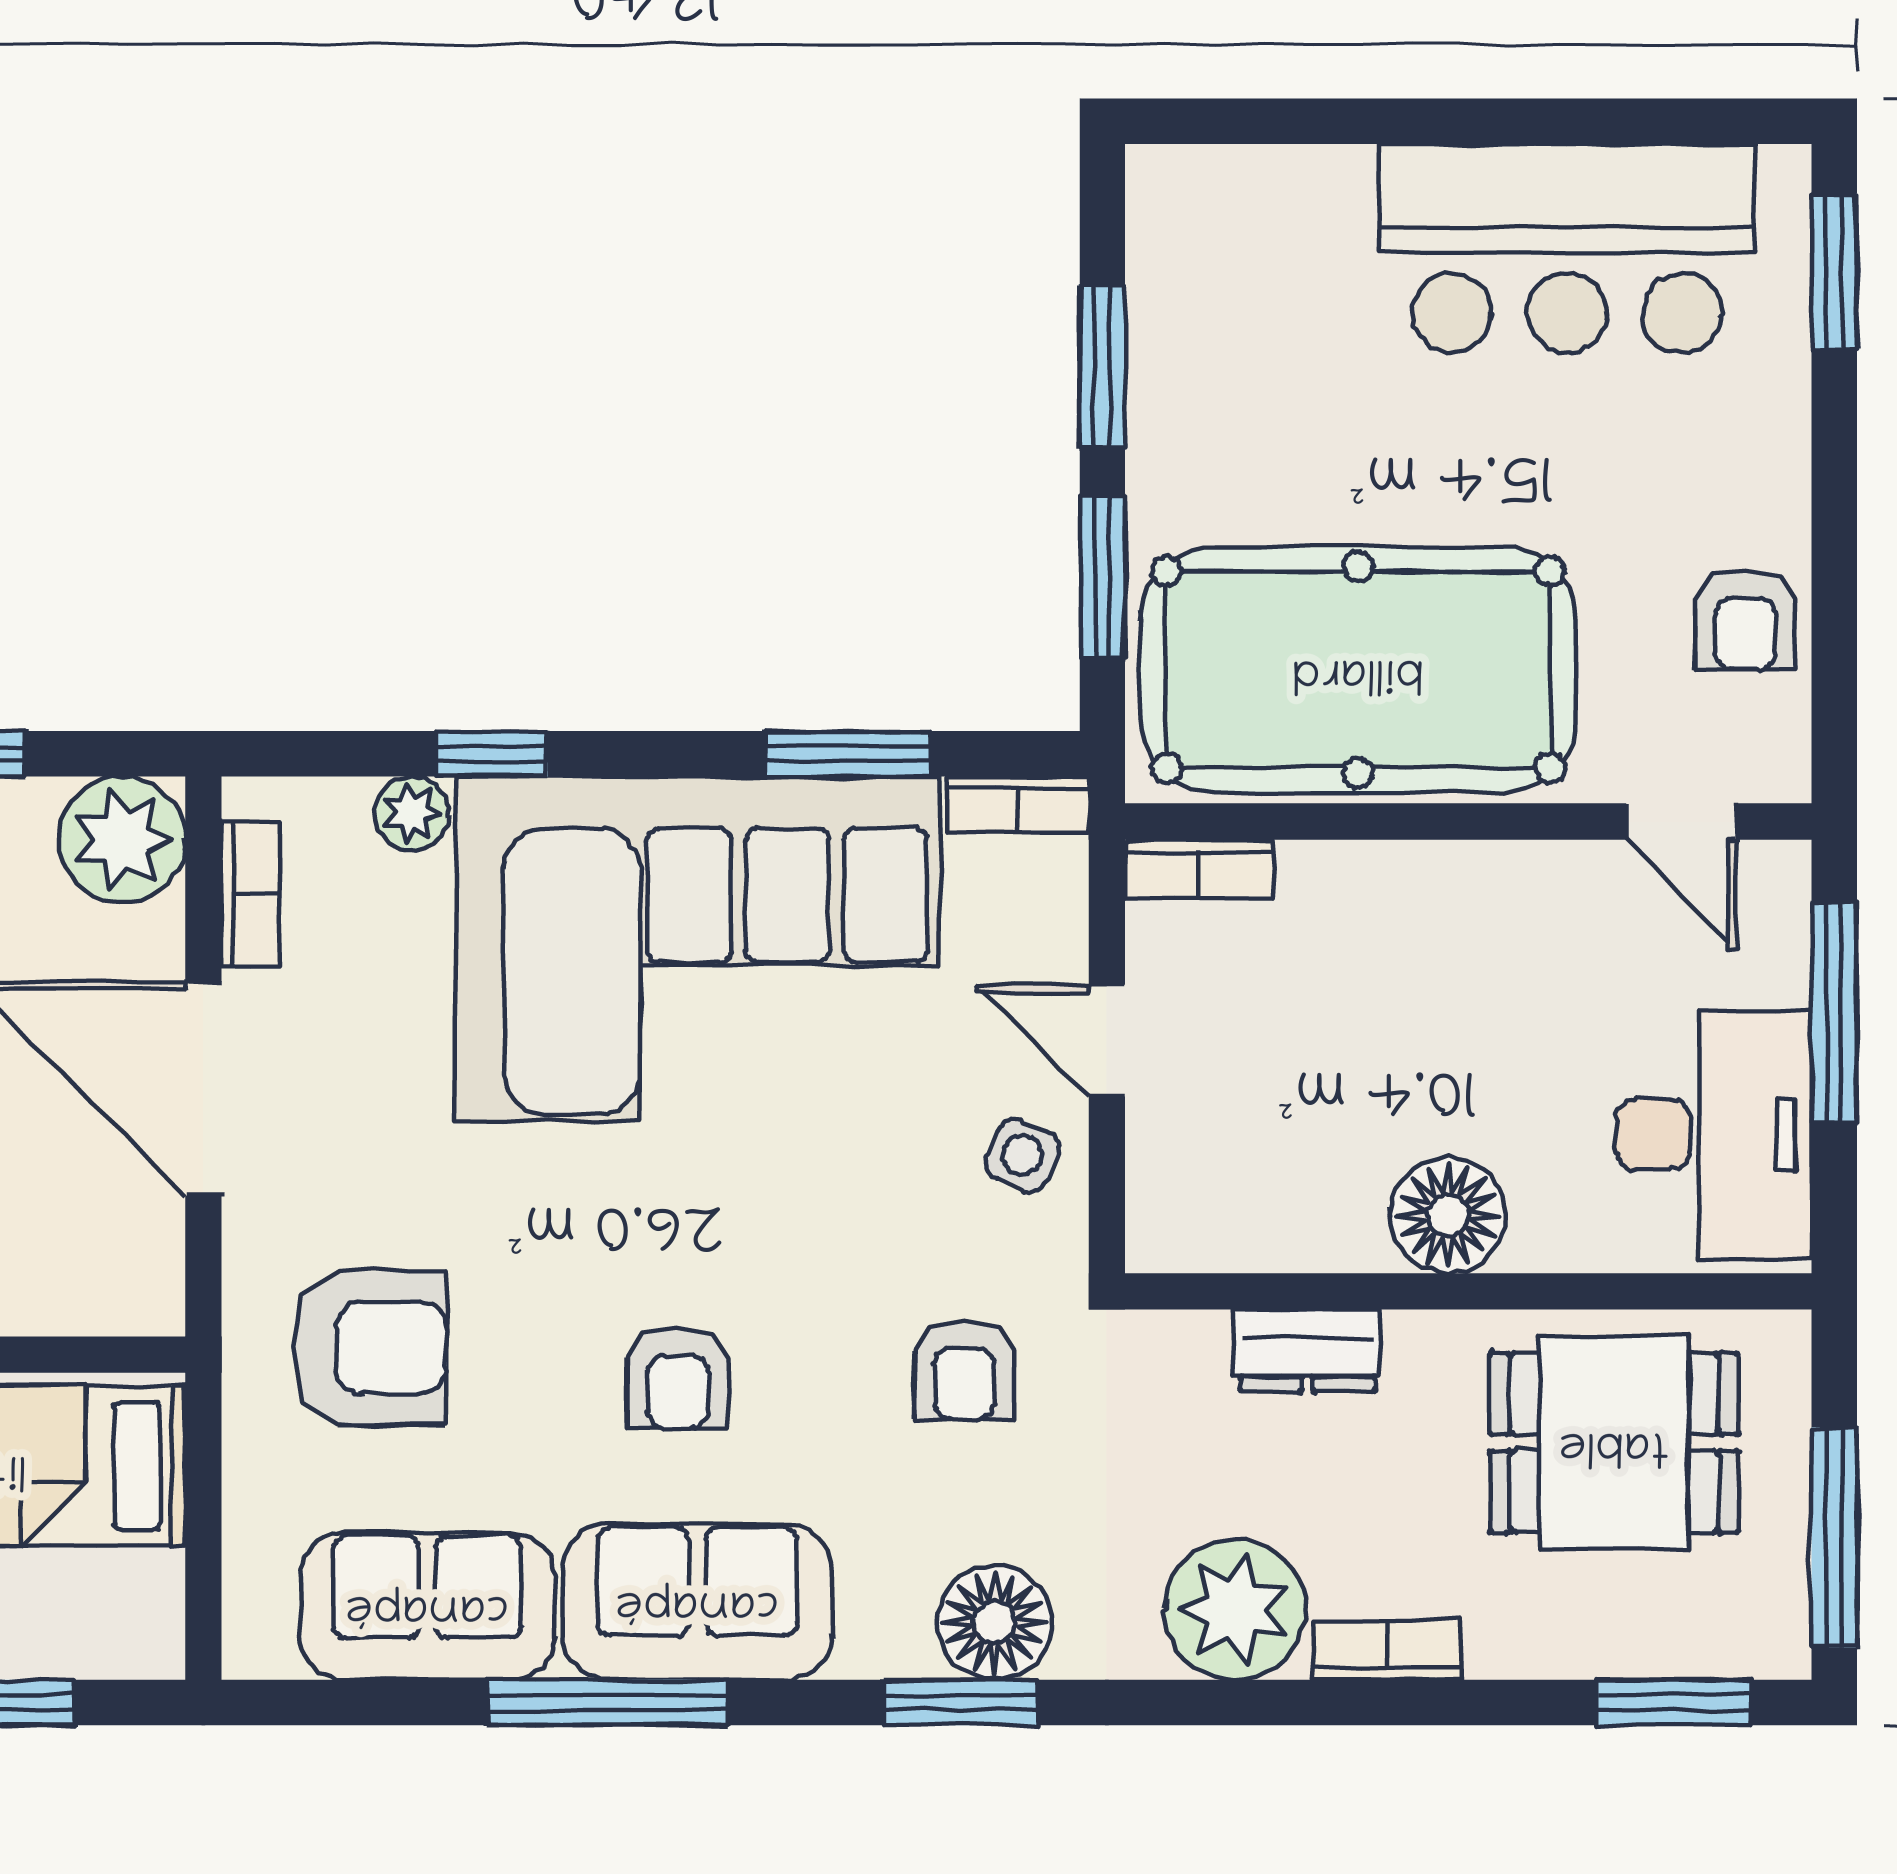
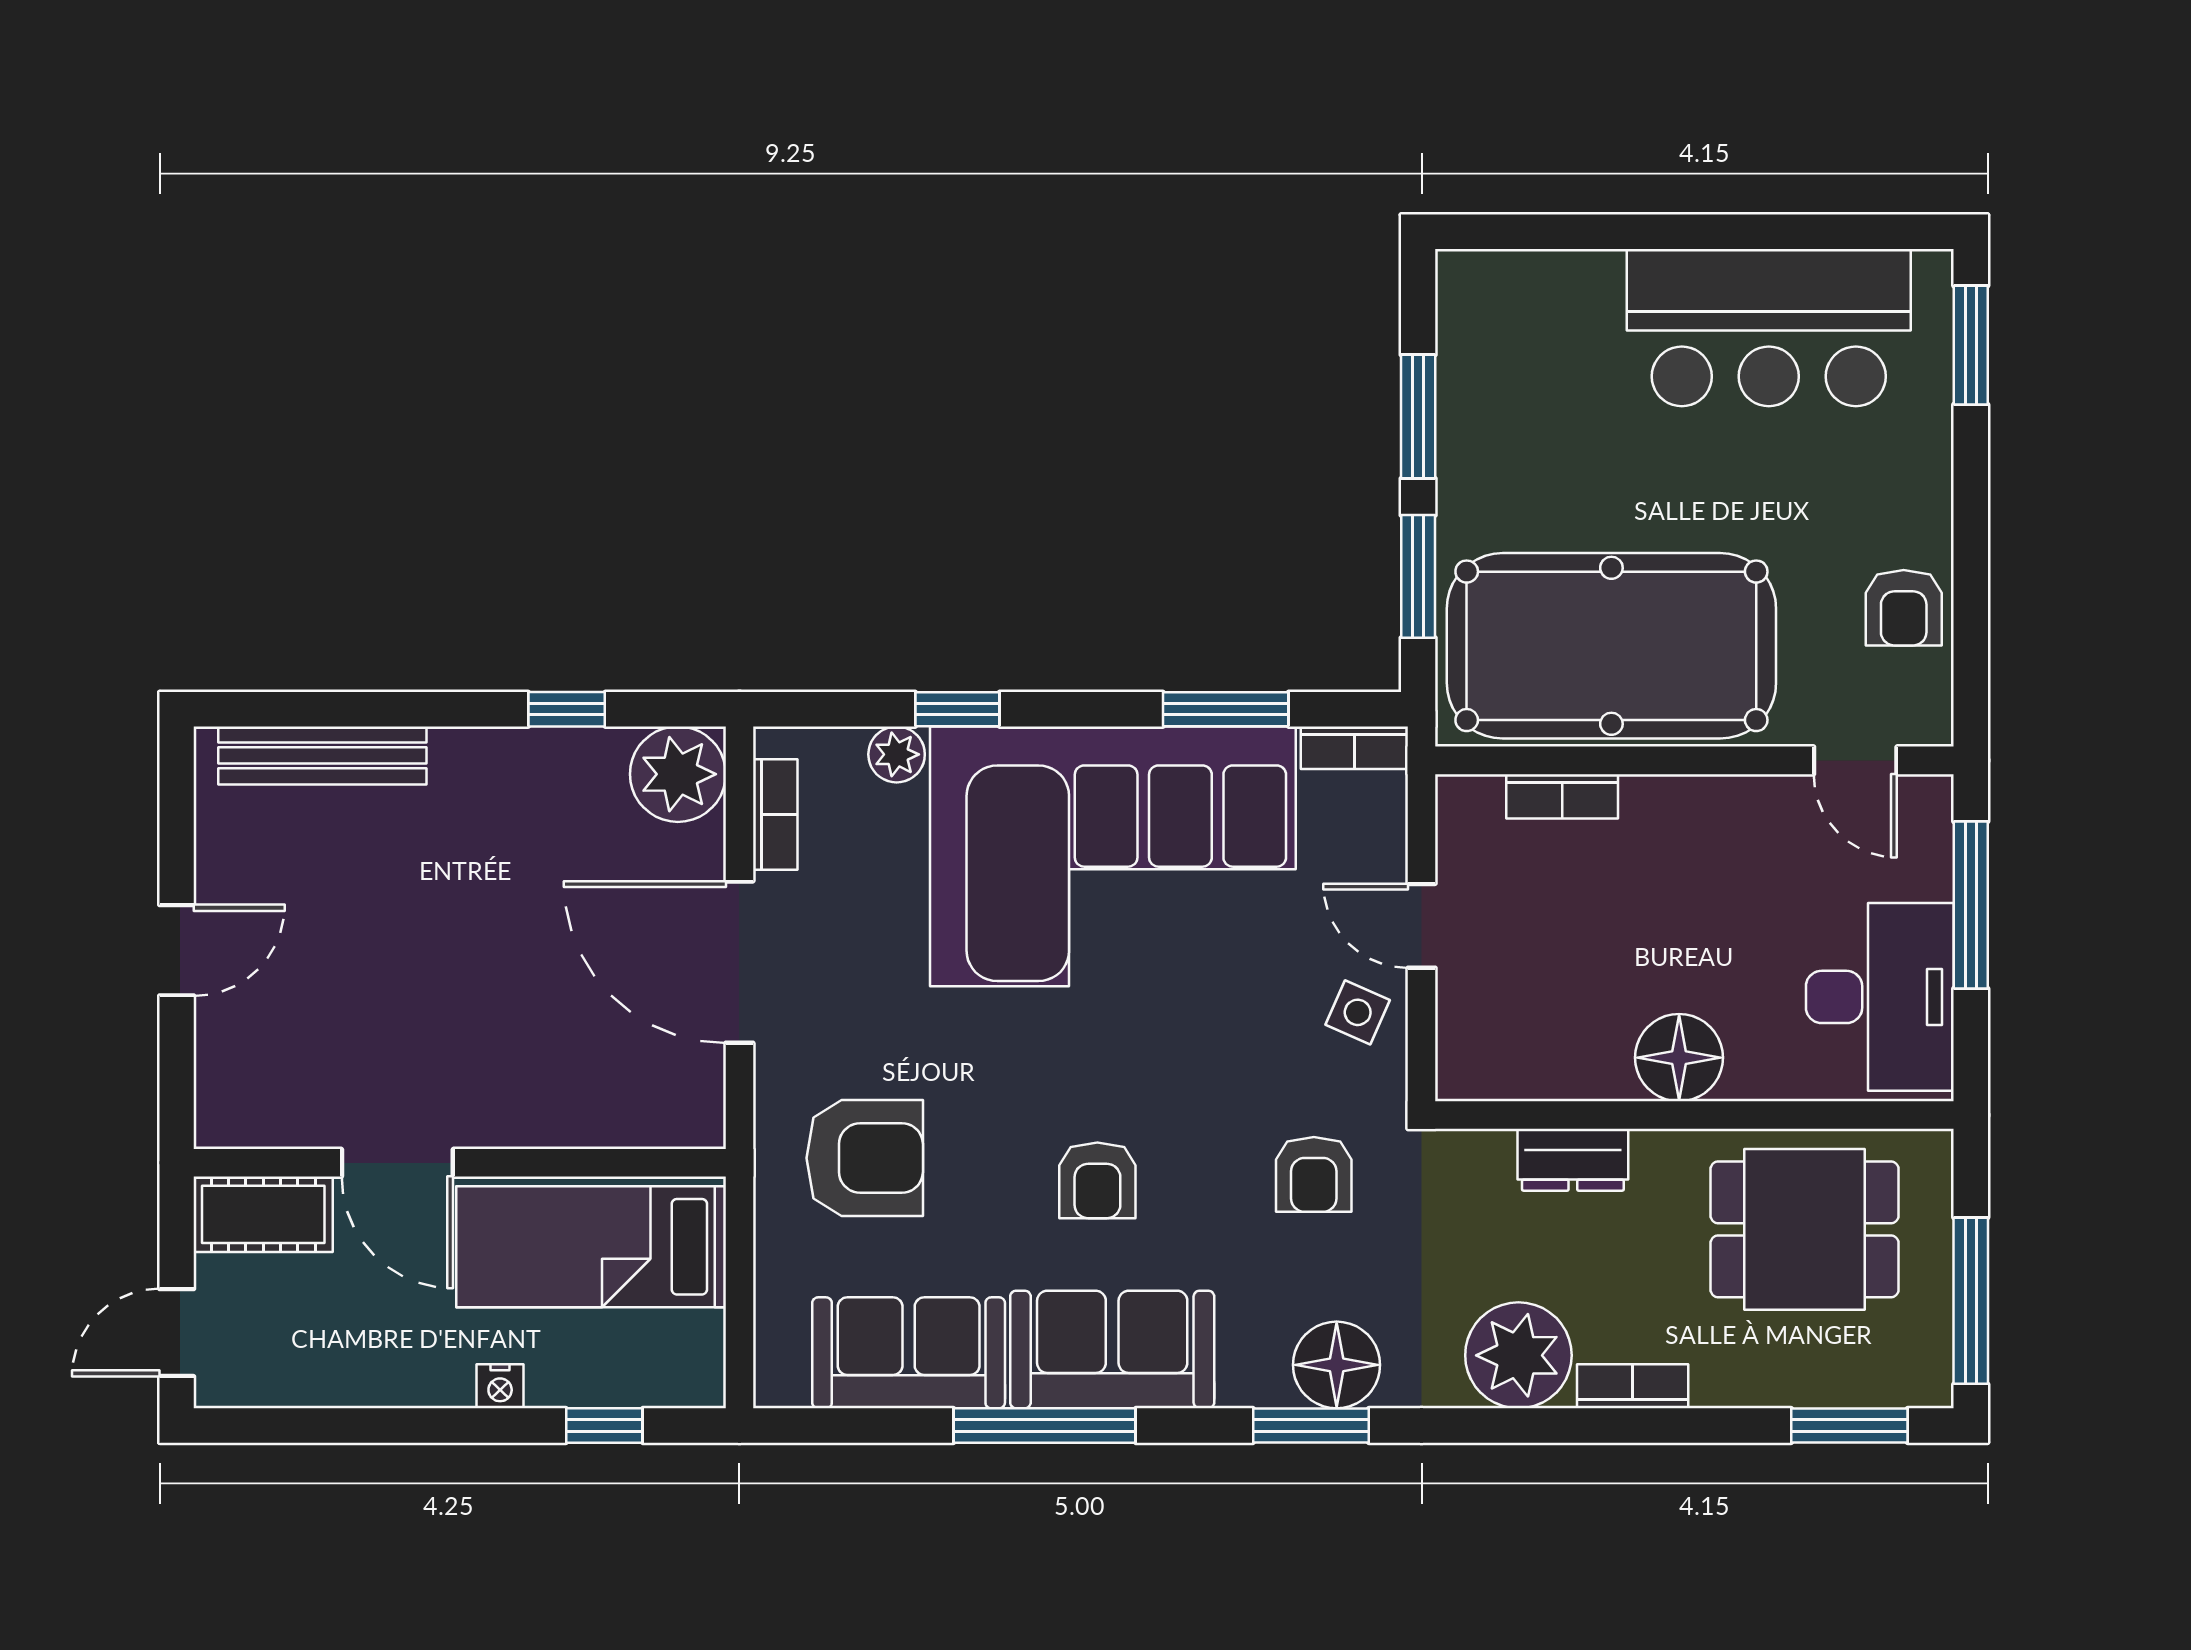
bookcase: (1199, 869) -> (1562, 796), moved

